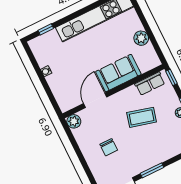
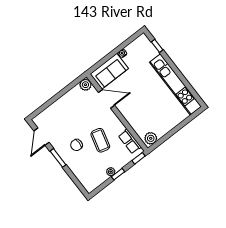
plant: (141, 38) -> (151, 138), moved
sofa: (118, 73) -> (109, 71), moved, turned 90
chair: (109, 147) -> (77, 145), moved

